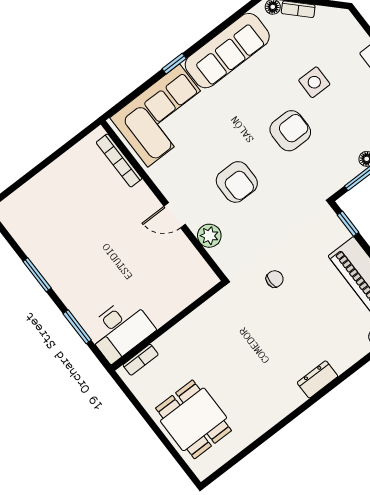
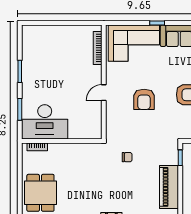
door: (175, 215) -> (104, 93), hinge flipped
plant: (209, 236) -> (112, 114), removed
desk: (120, 330) -> (45, 122), width x1.36, depth x1.30

